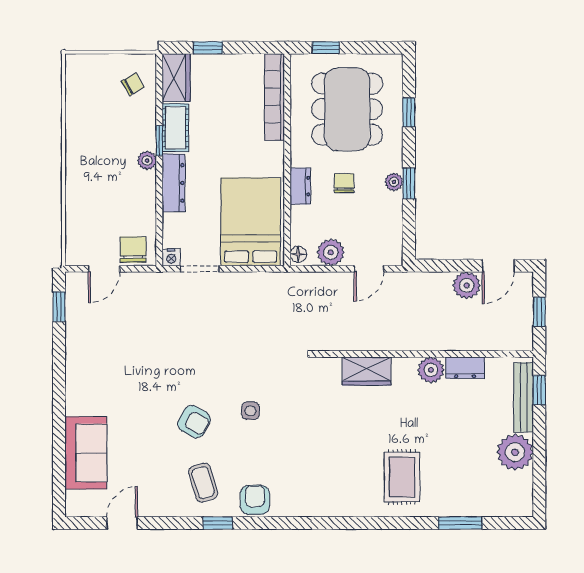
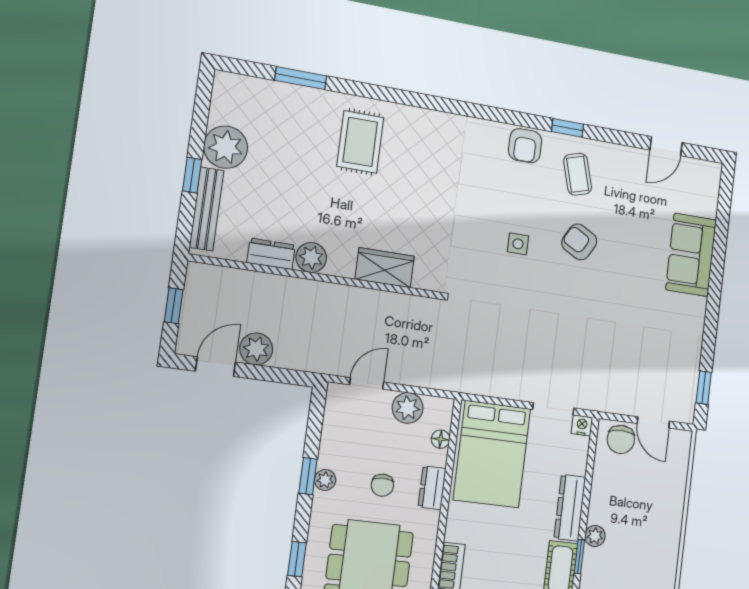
floor lamp: (298, 254) -> (441, 439), moved
door: (104, 269) -> (653, 422), swing flipped
window: (539, 390) -> (192, 175), moved
sofa: (86, 453) -> (691, 255), moved

